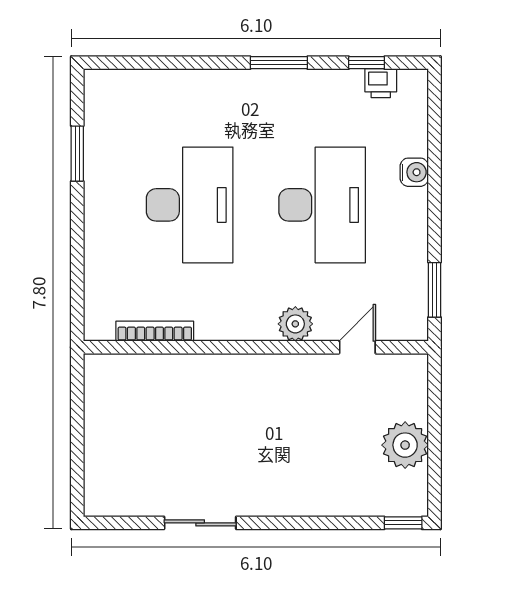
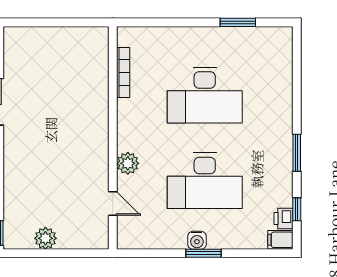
filing cabinet: (414, 88) -> (280, 240), added
water cooler: (414, 172) -> (197, 240), moved
window: (435, 290) -> (203, 253), moved
plant: (405, 445) -> (45, 238), width x0.73, depth x0.73

